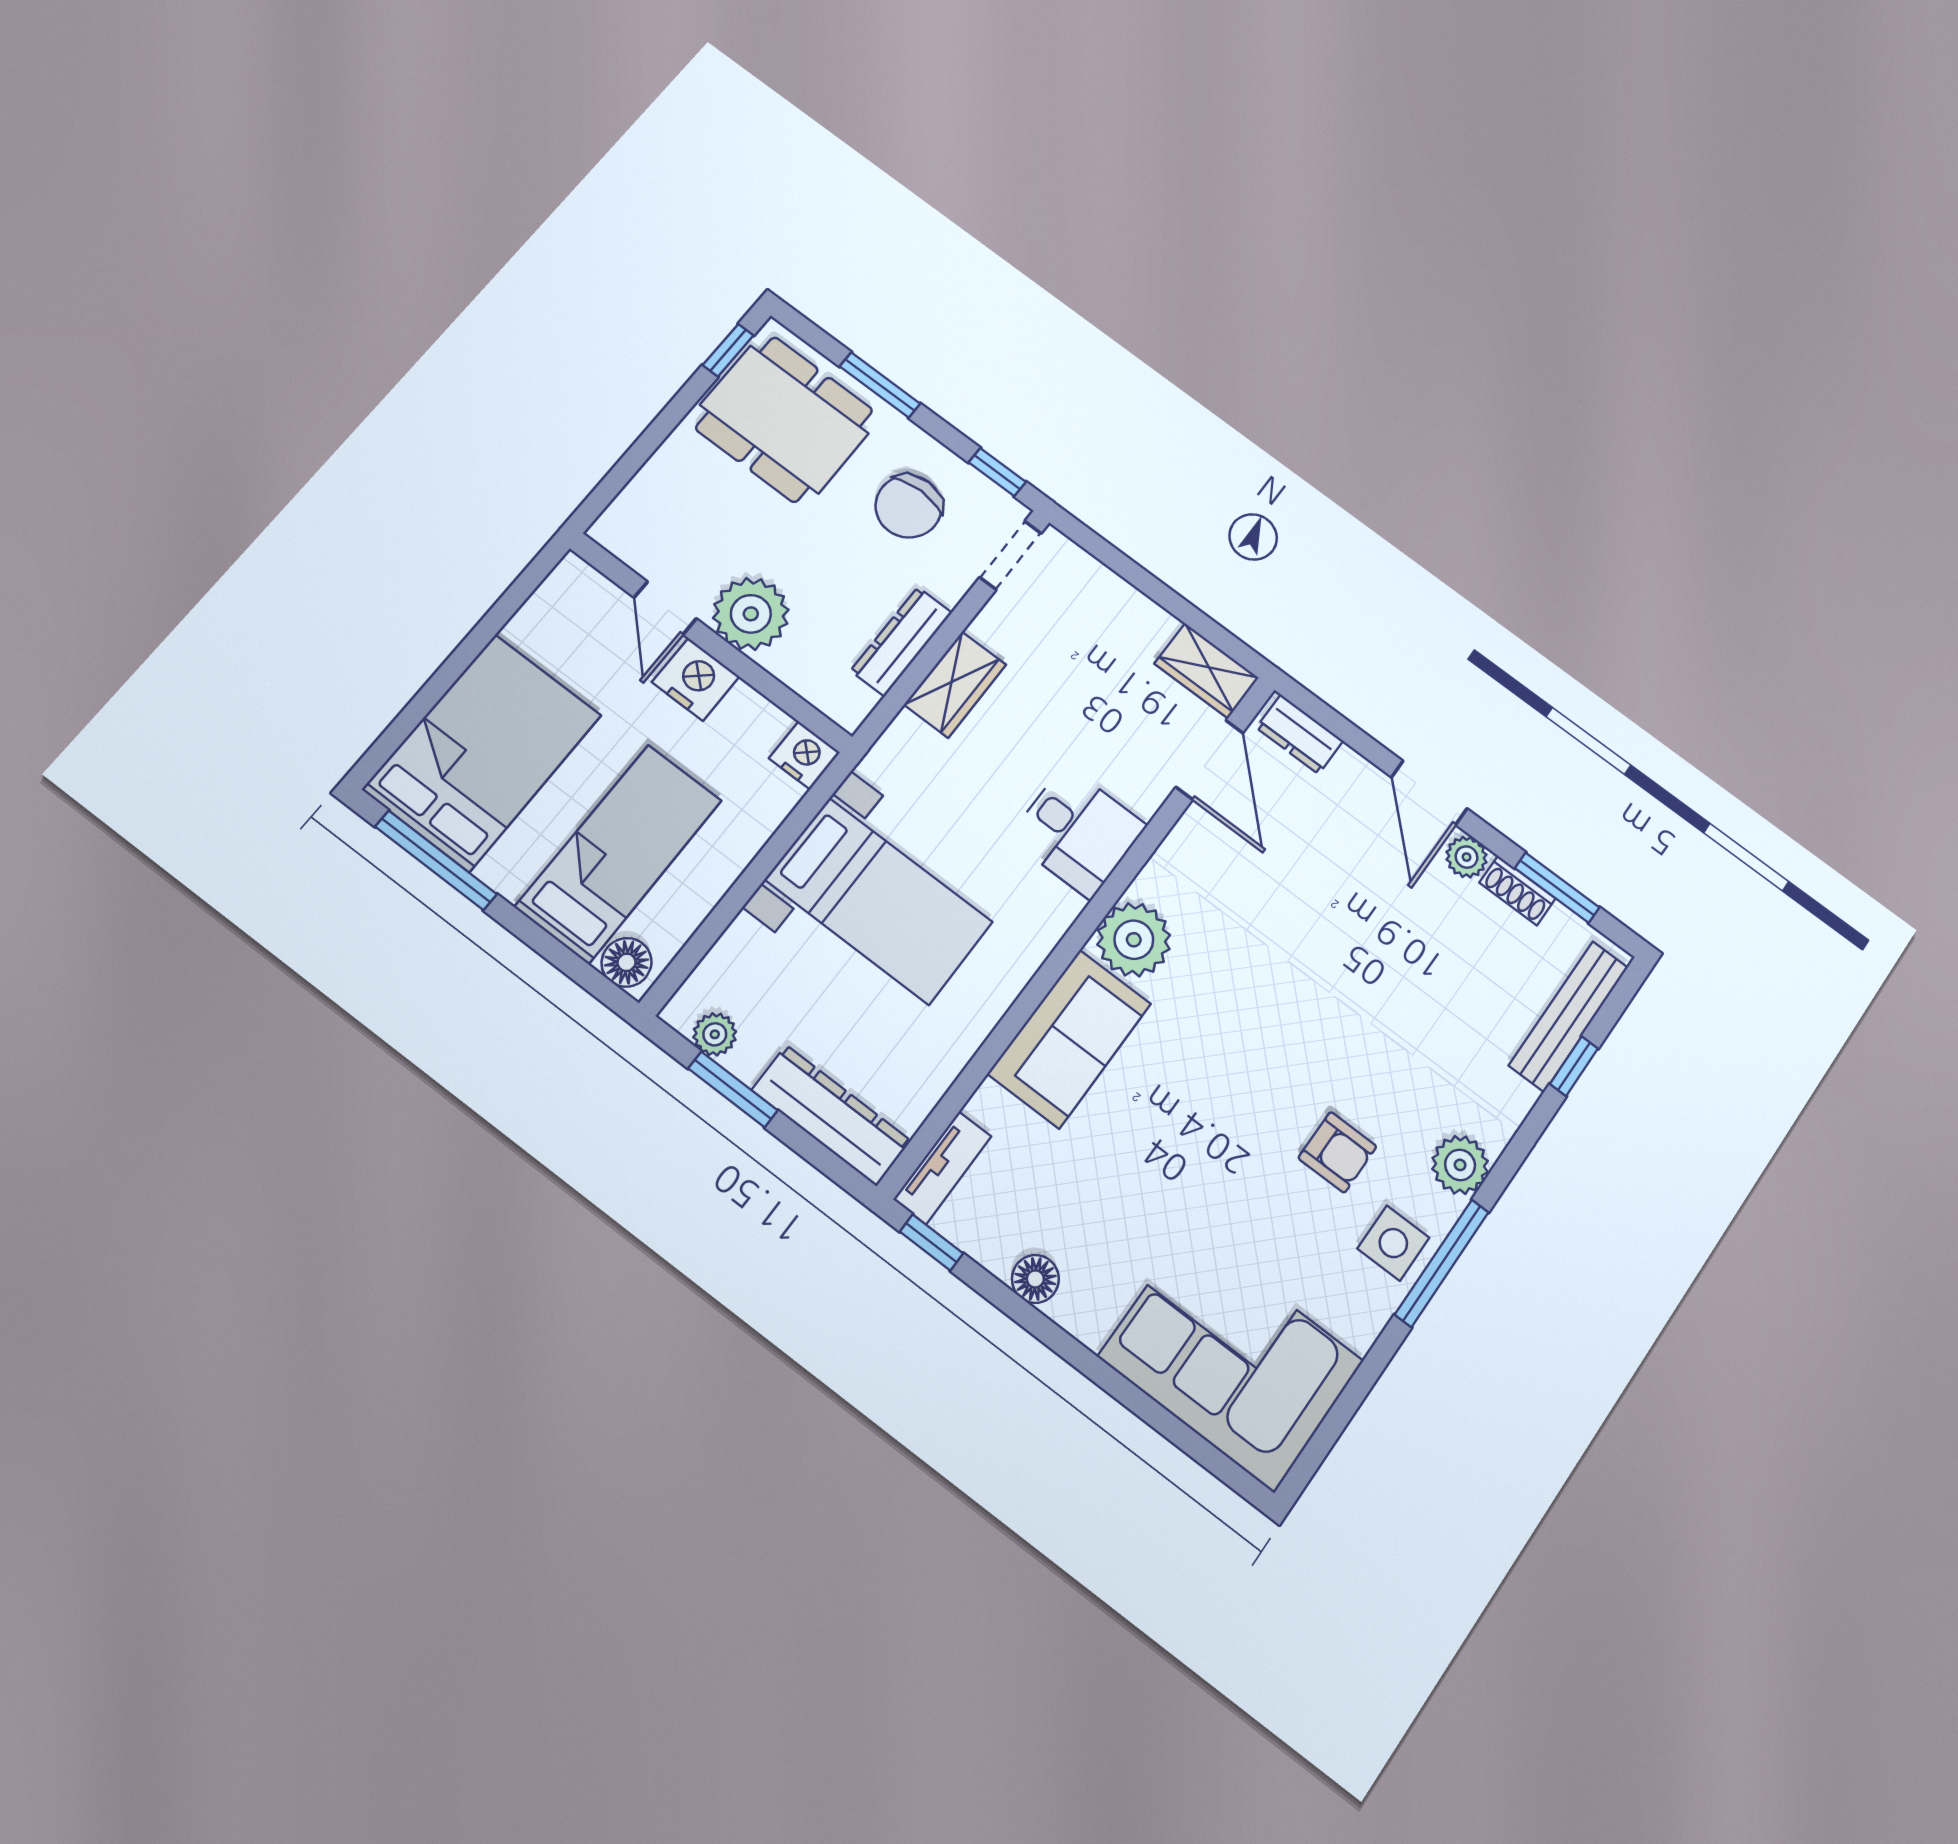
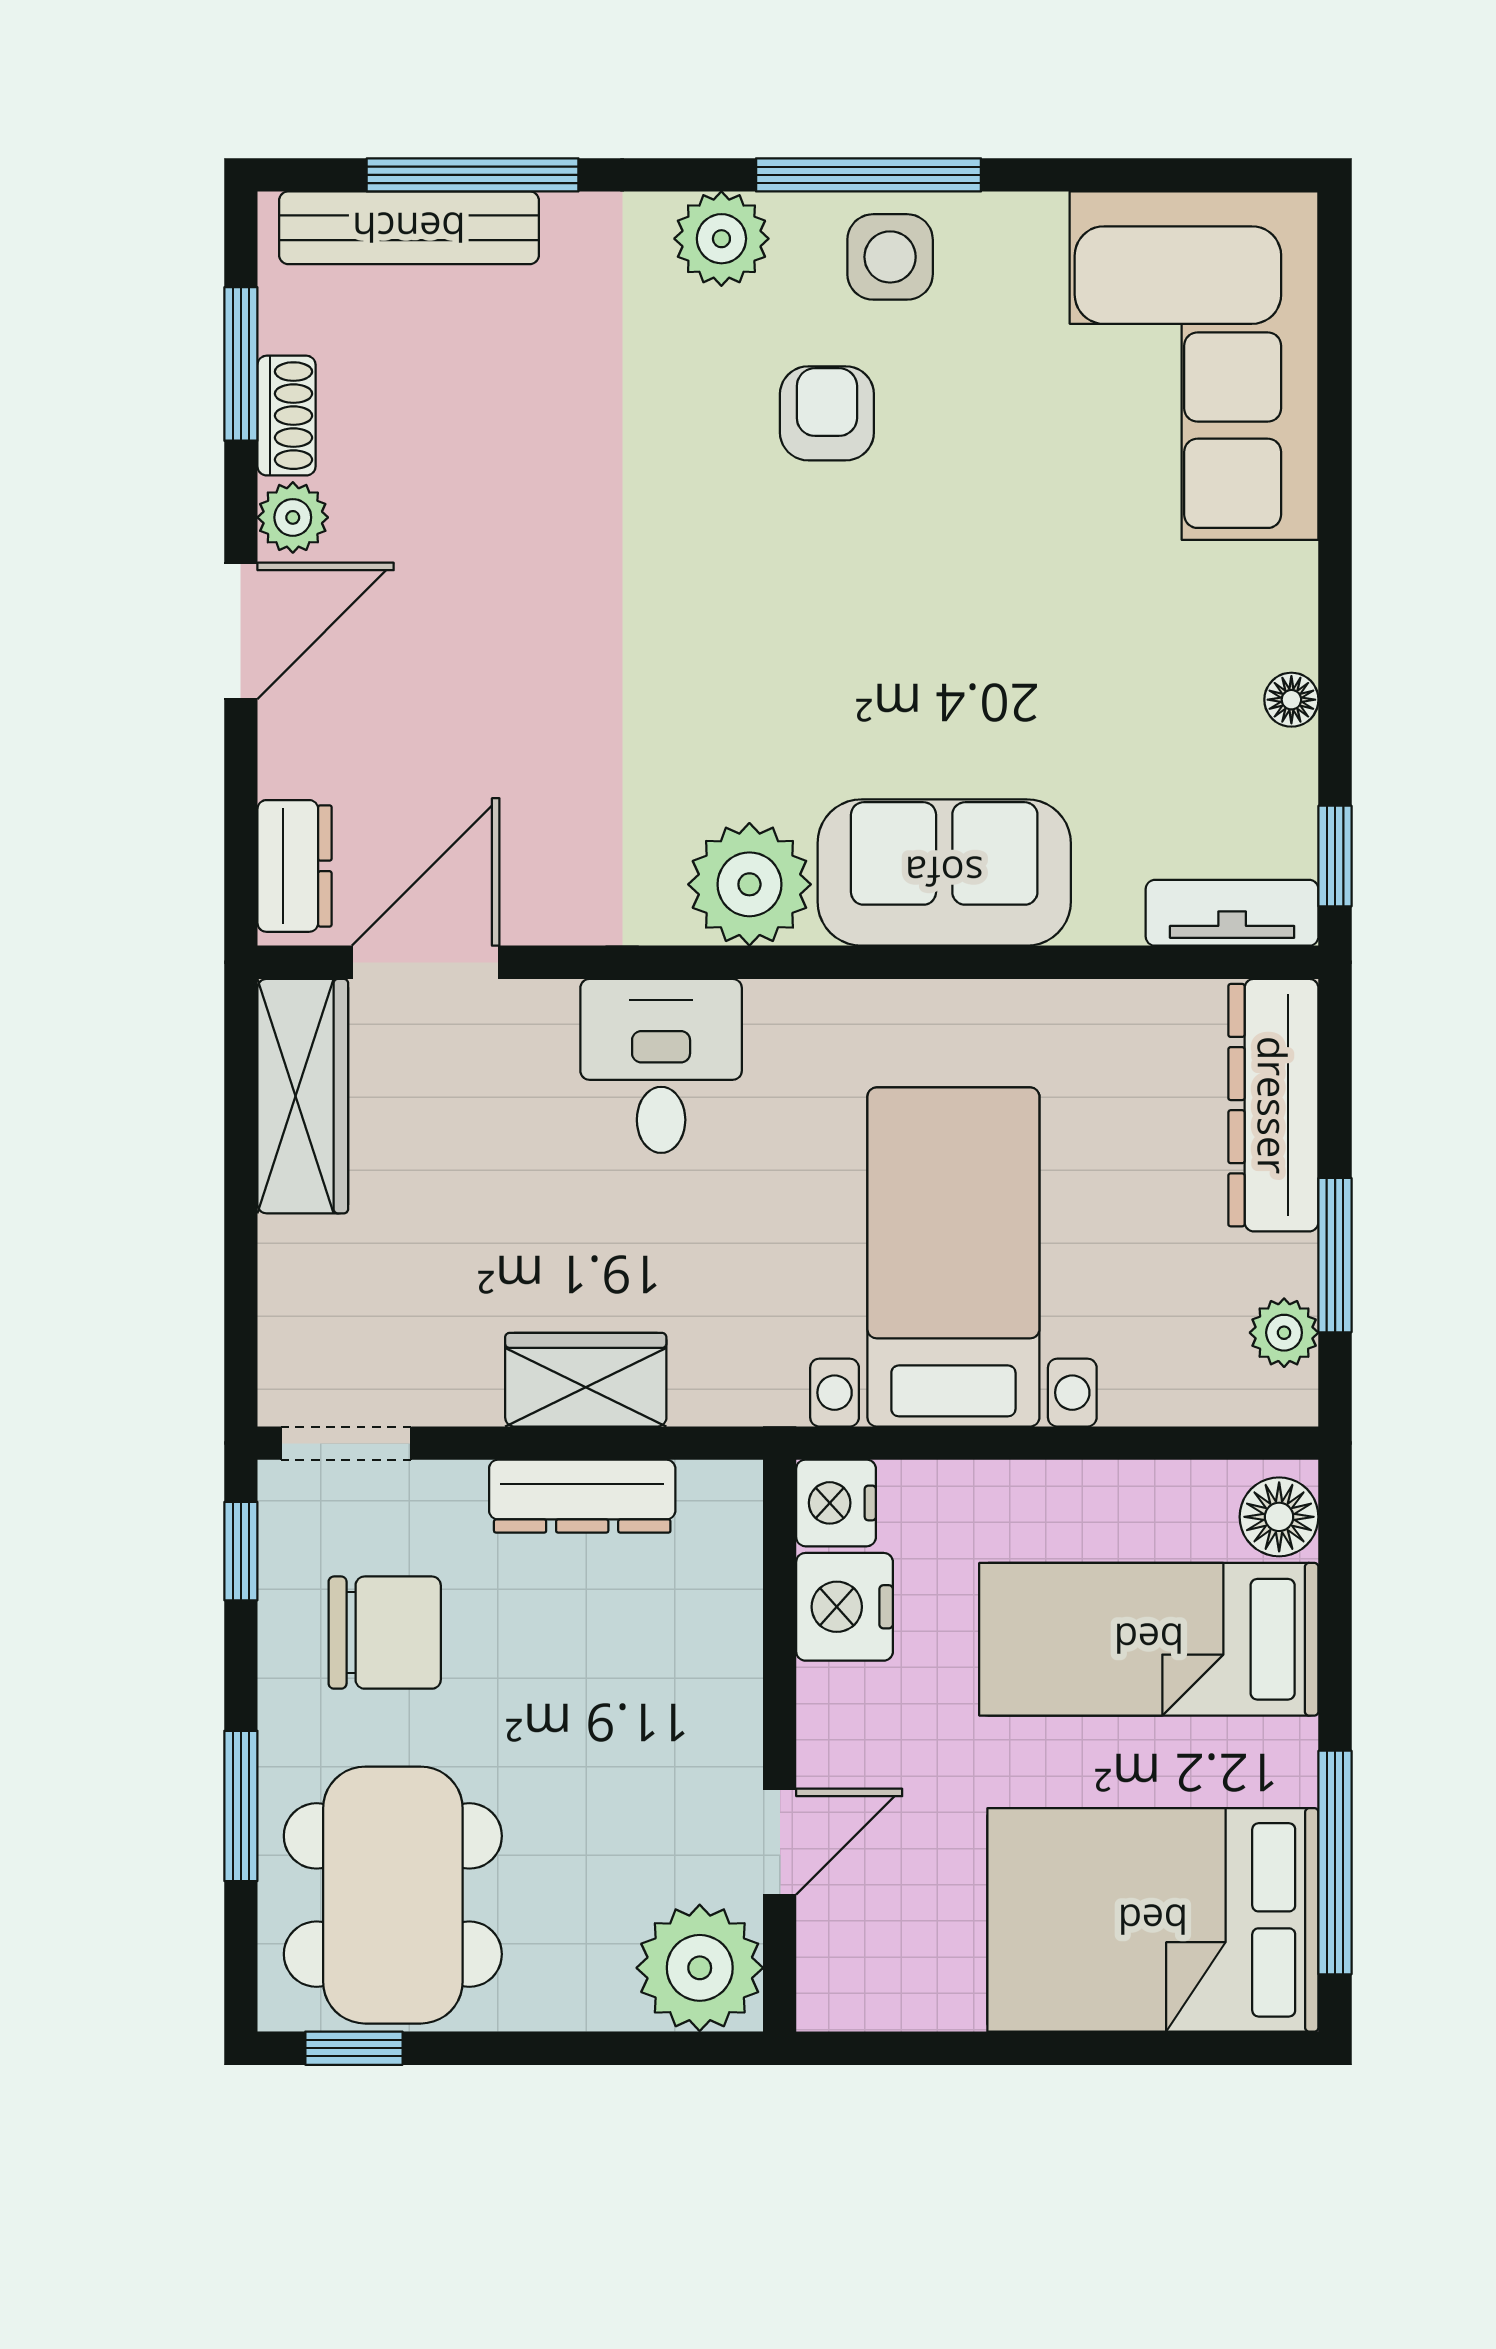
plant: (751, 614) -> (700, 1968), moved
wardrobe: (1207, 671) -> (303, 1096), width x1.50
nightstand: (696, 679) -> (845, 1607), moved
window: (1574, 1066) -> (473, 175), width x2.17
floor lamp: (1035, 1279) -> (1291, 700), width x0.73, depth x0.73

